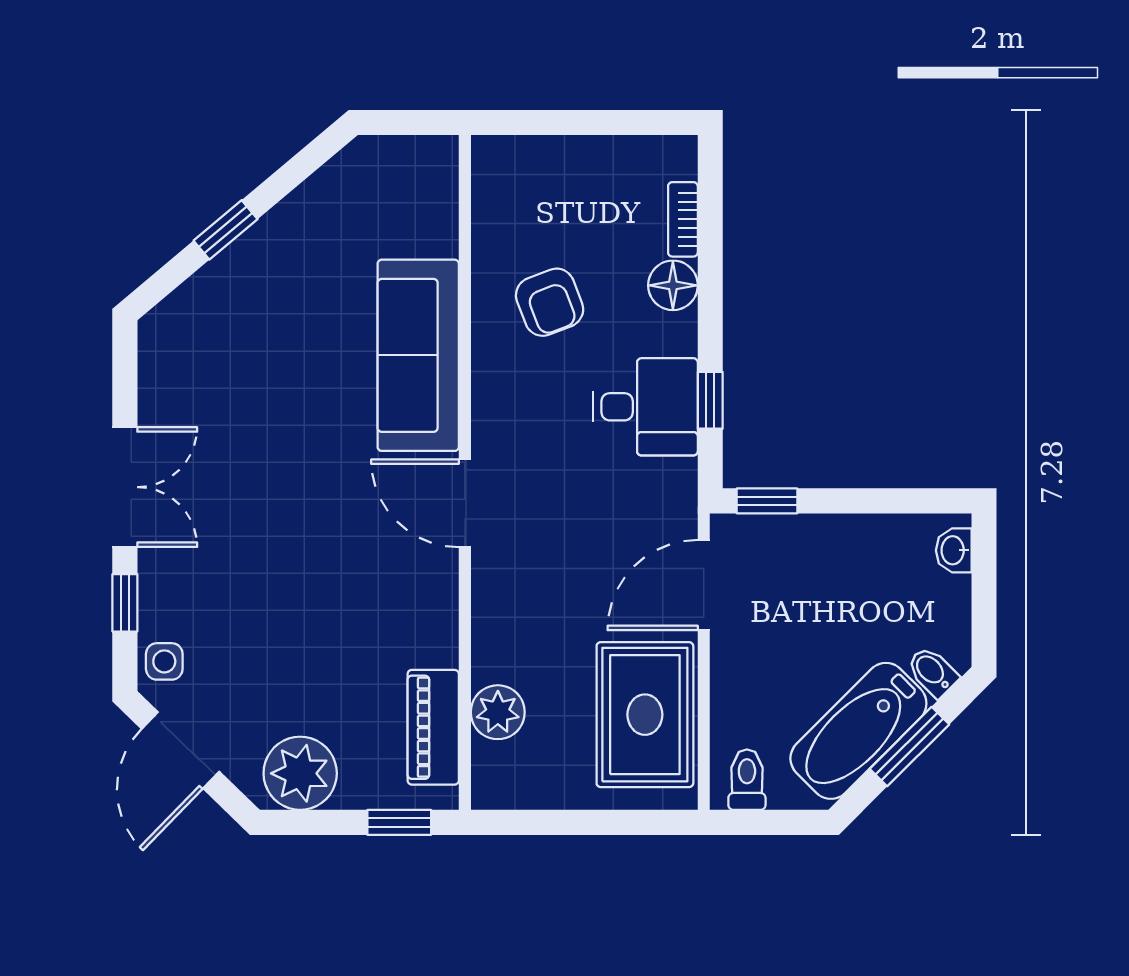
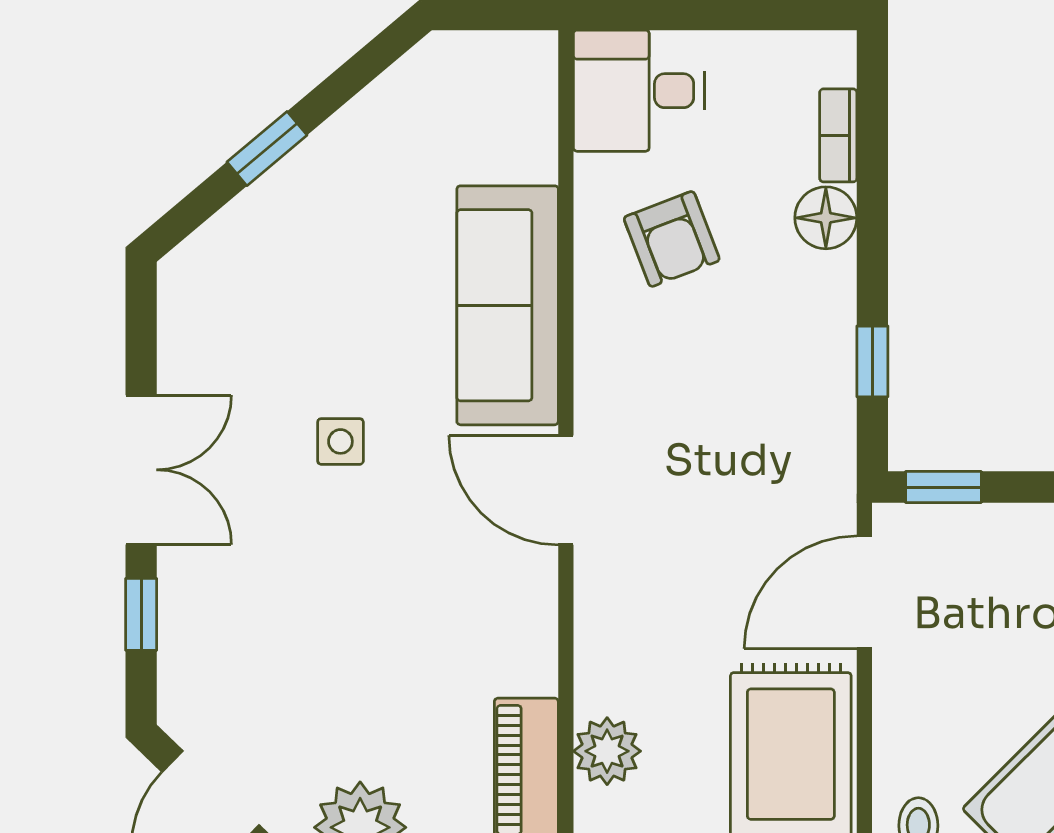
desk: (645, 407) -> (639, 91), moved, turned 180
side table: (164, 661) -> (340, 441), moved

